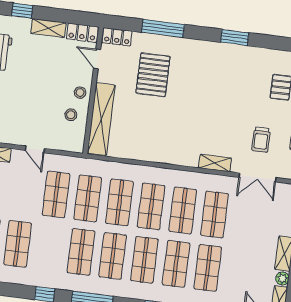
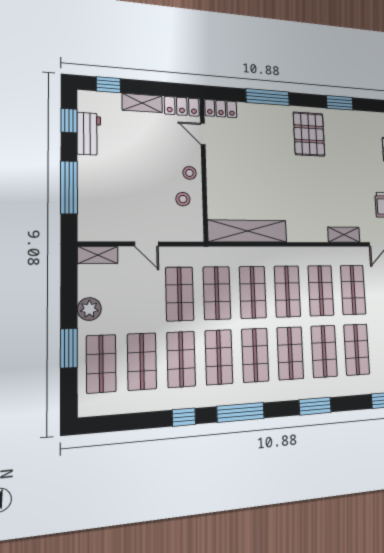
pallet: (153, 75) -> (309, 134), moved
shelving: (101, 119) -> (248, 231), moved, turned 90
shop shelf: (49, 248) -> (181, 359), added

